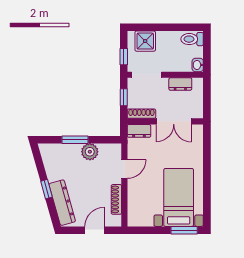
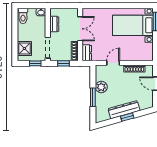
door: (124, 169) -> (113, 63), hinge flipped
dresser: (62, 203) -> (124, 110), moved

